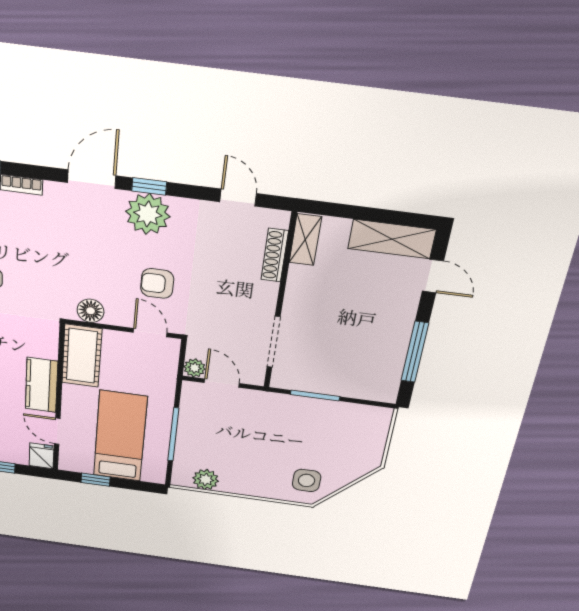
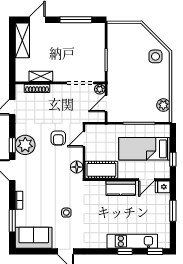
shelving: (305, 240) -> (41, 76), moved
plant: (195, 368) -> (100, 89), moved

